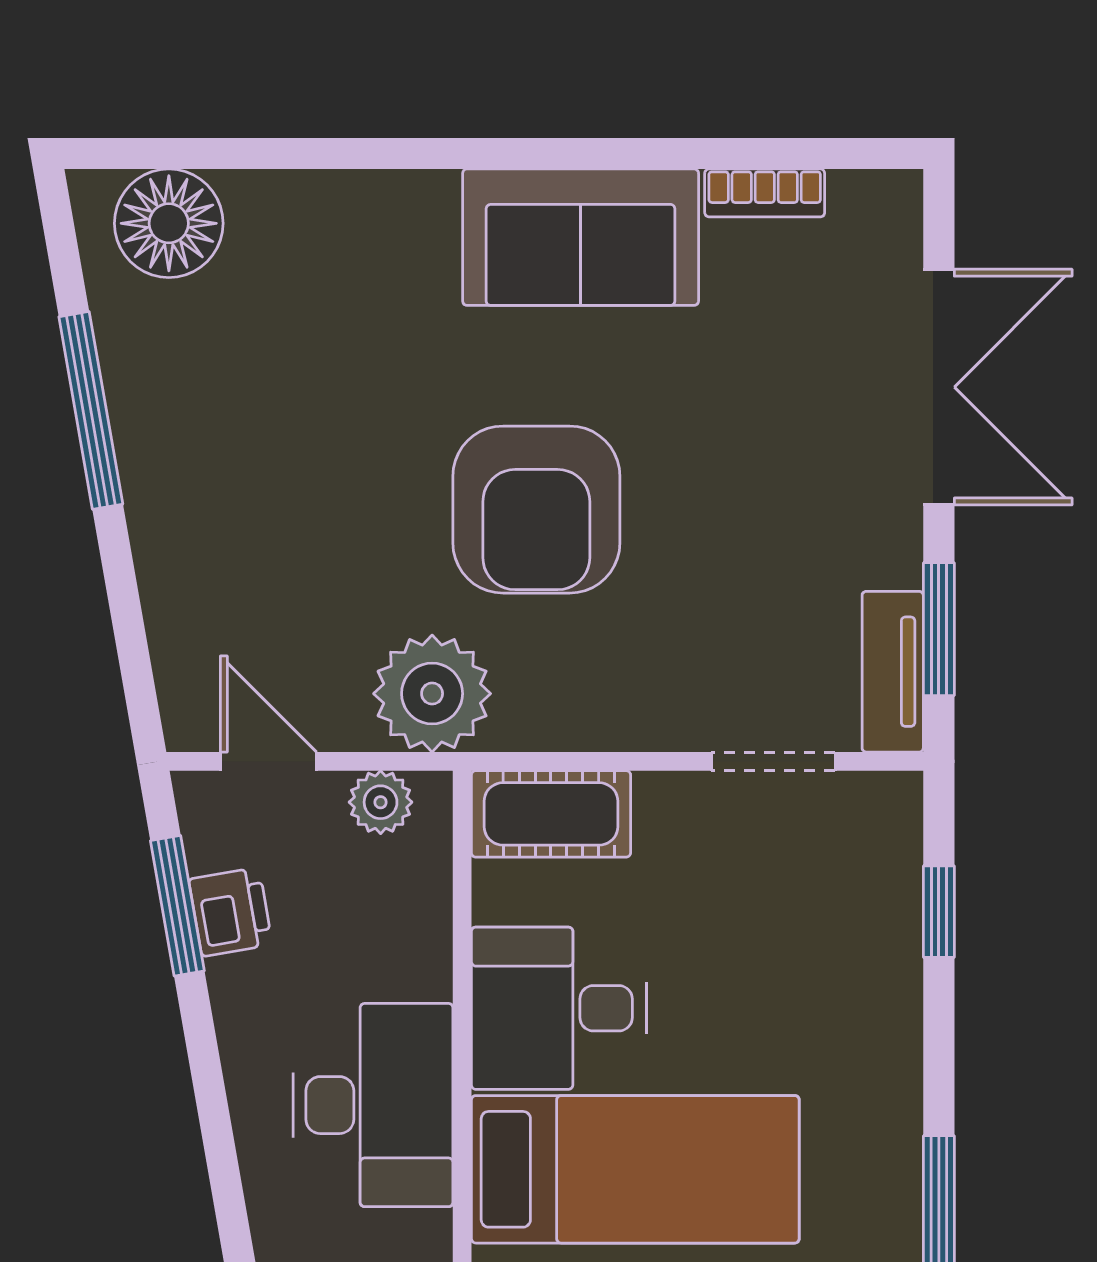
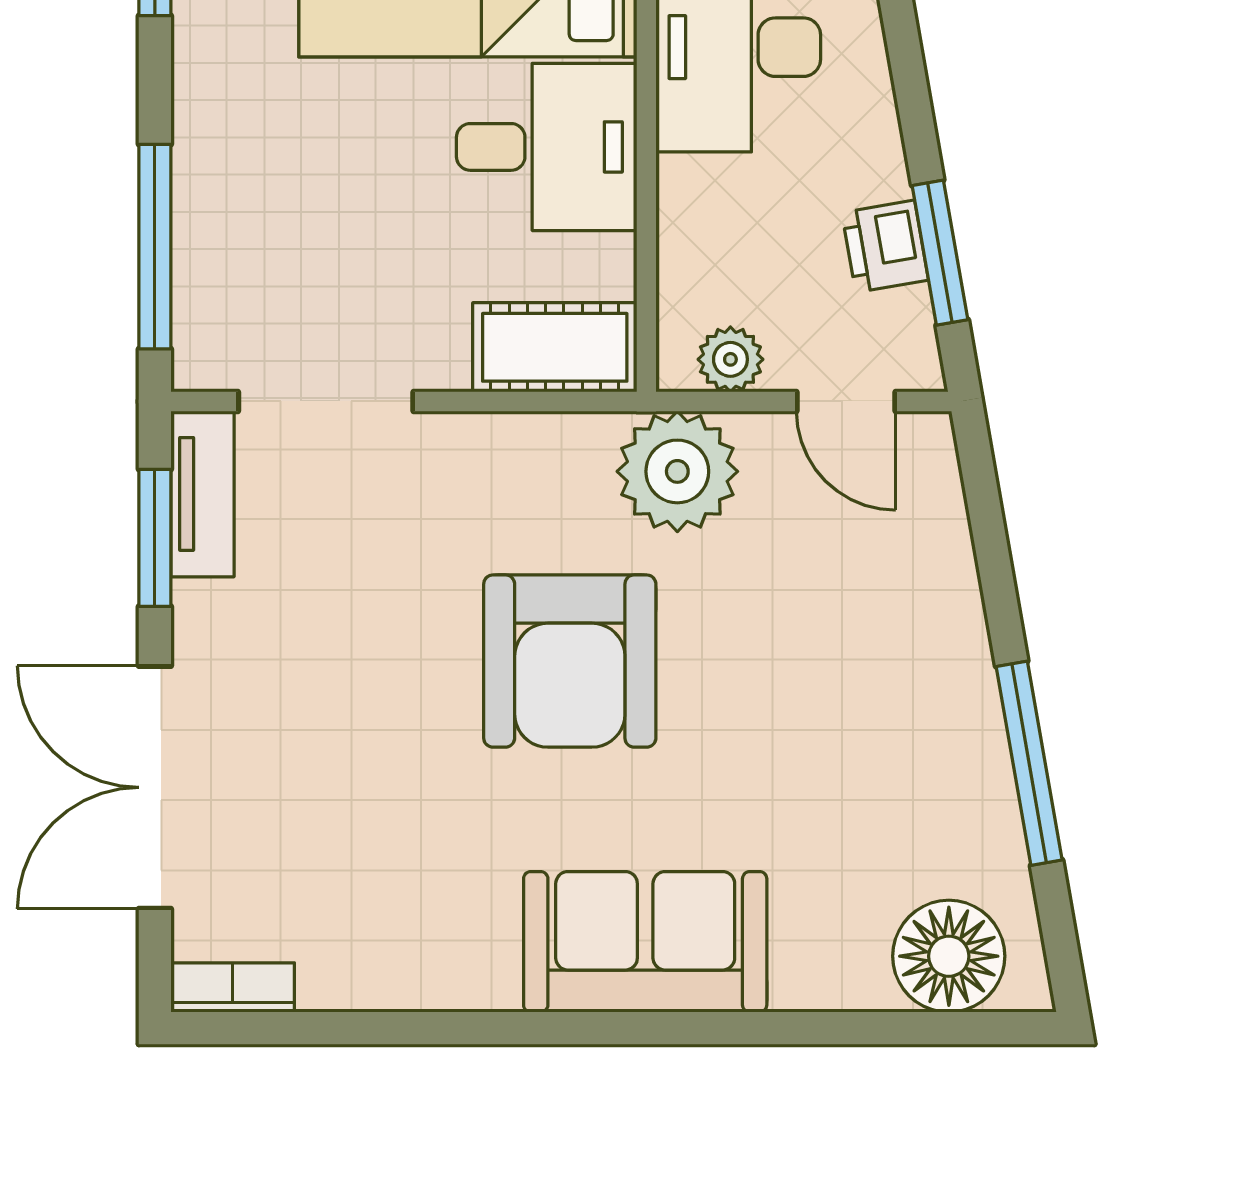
bookcase: (765, 193) -> (233, 987), moved
sofa: (581, 237) -> (645, 942), moved
armchair: (536, 510) -> (570, 661), turned 180
doorway: (773, 761) -> (326, 401), width x1.38
window: (939, 912) -> (155, 247), width x2.17

